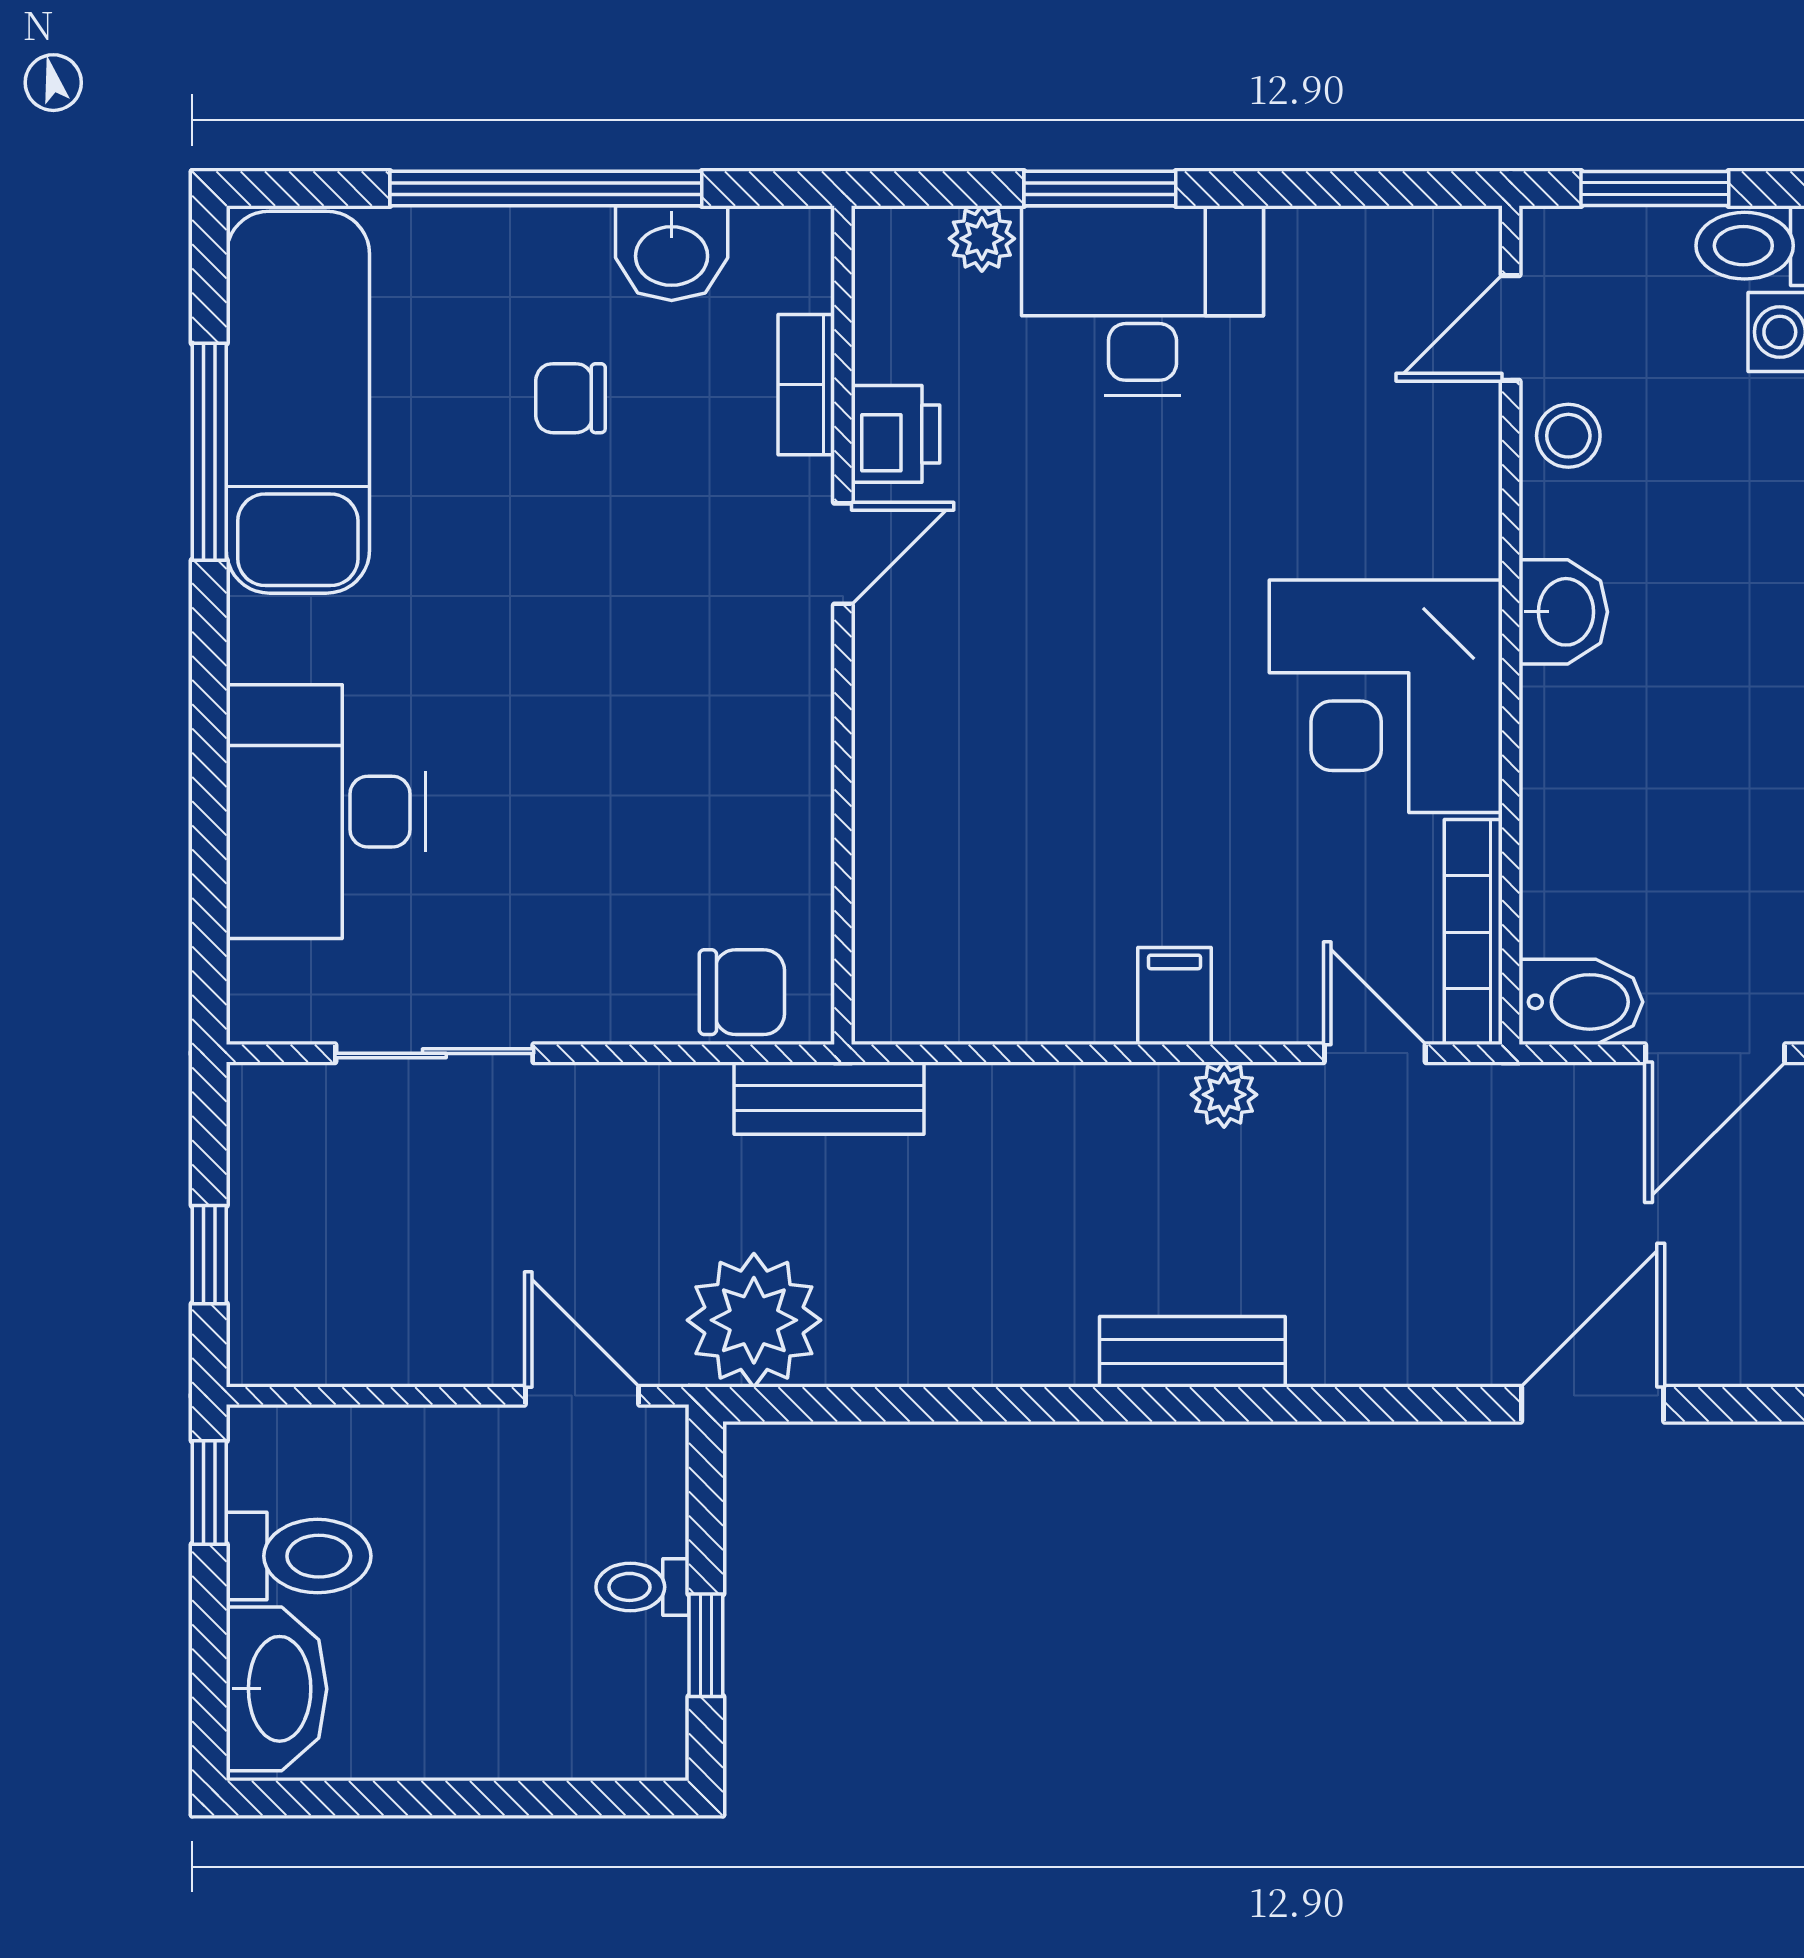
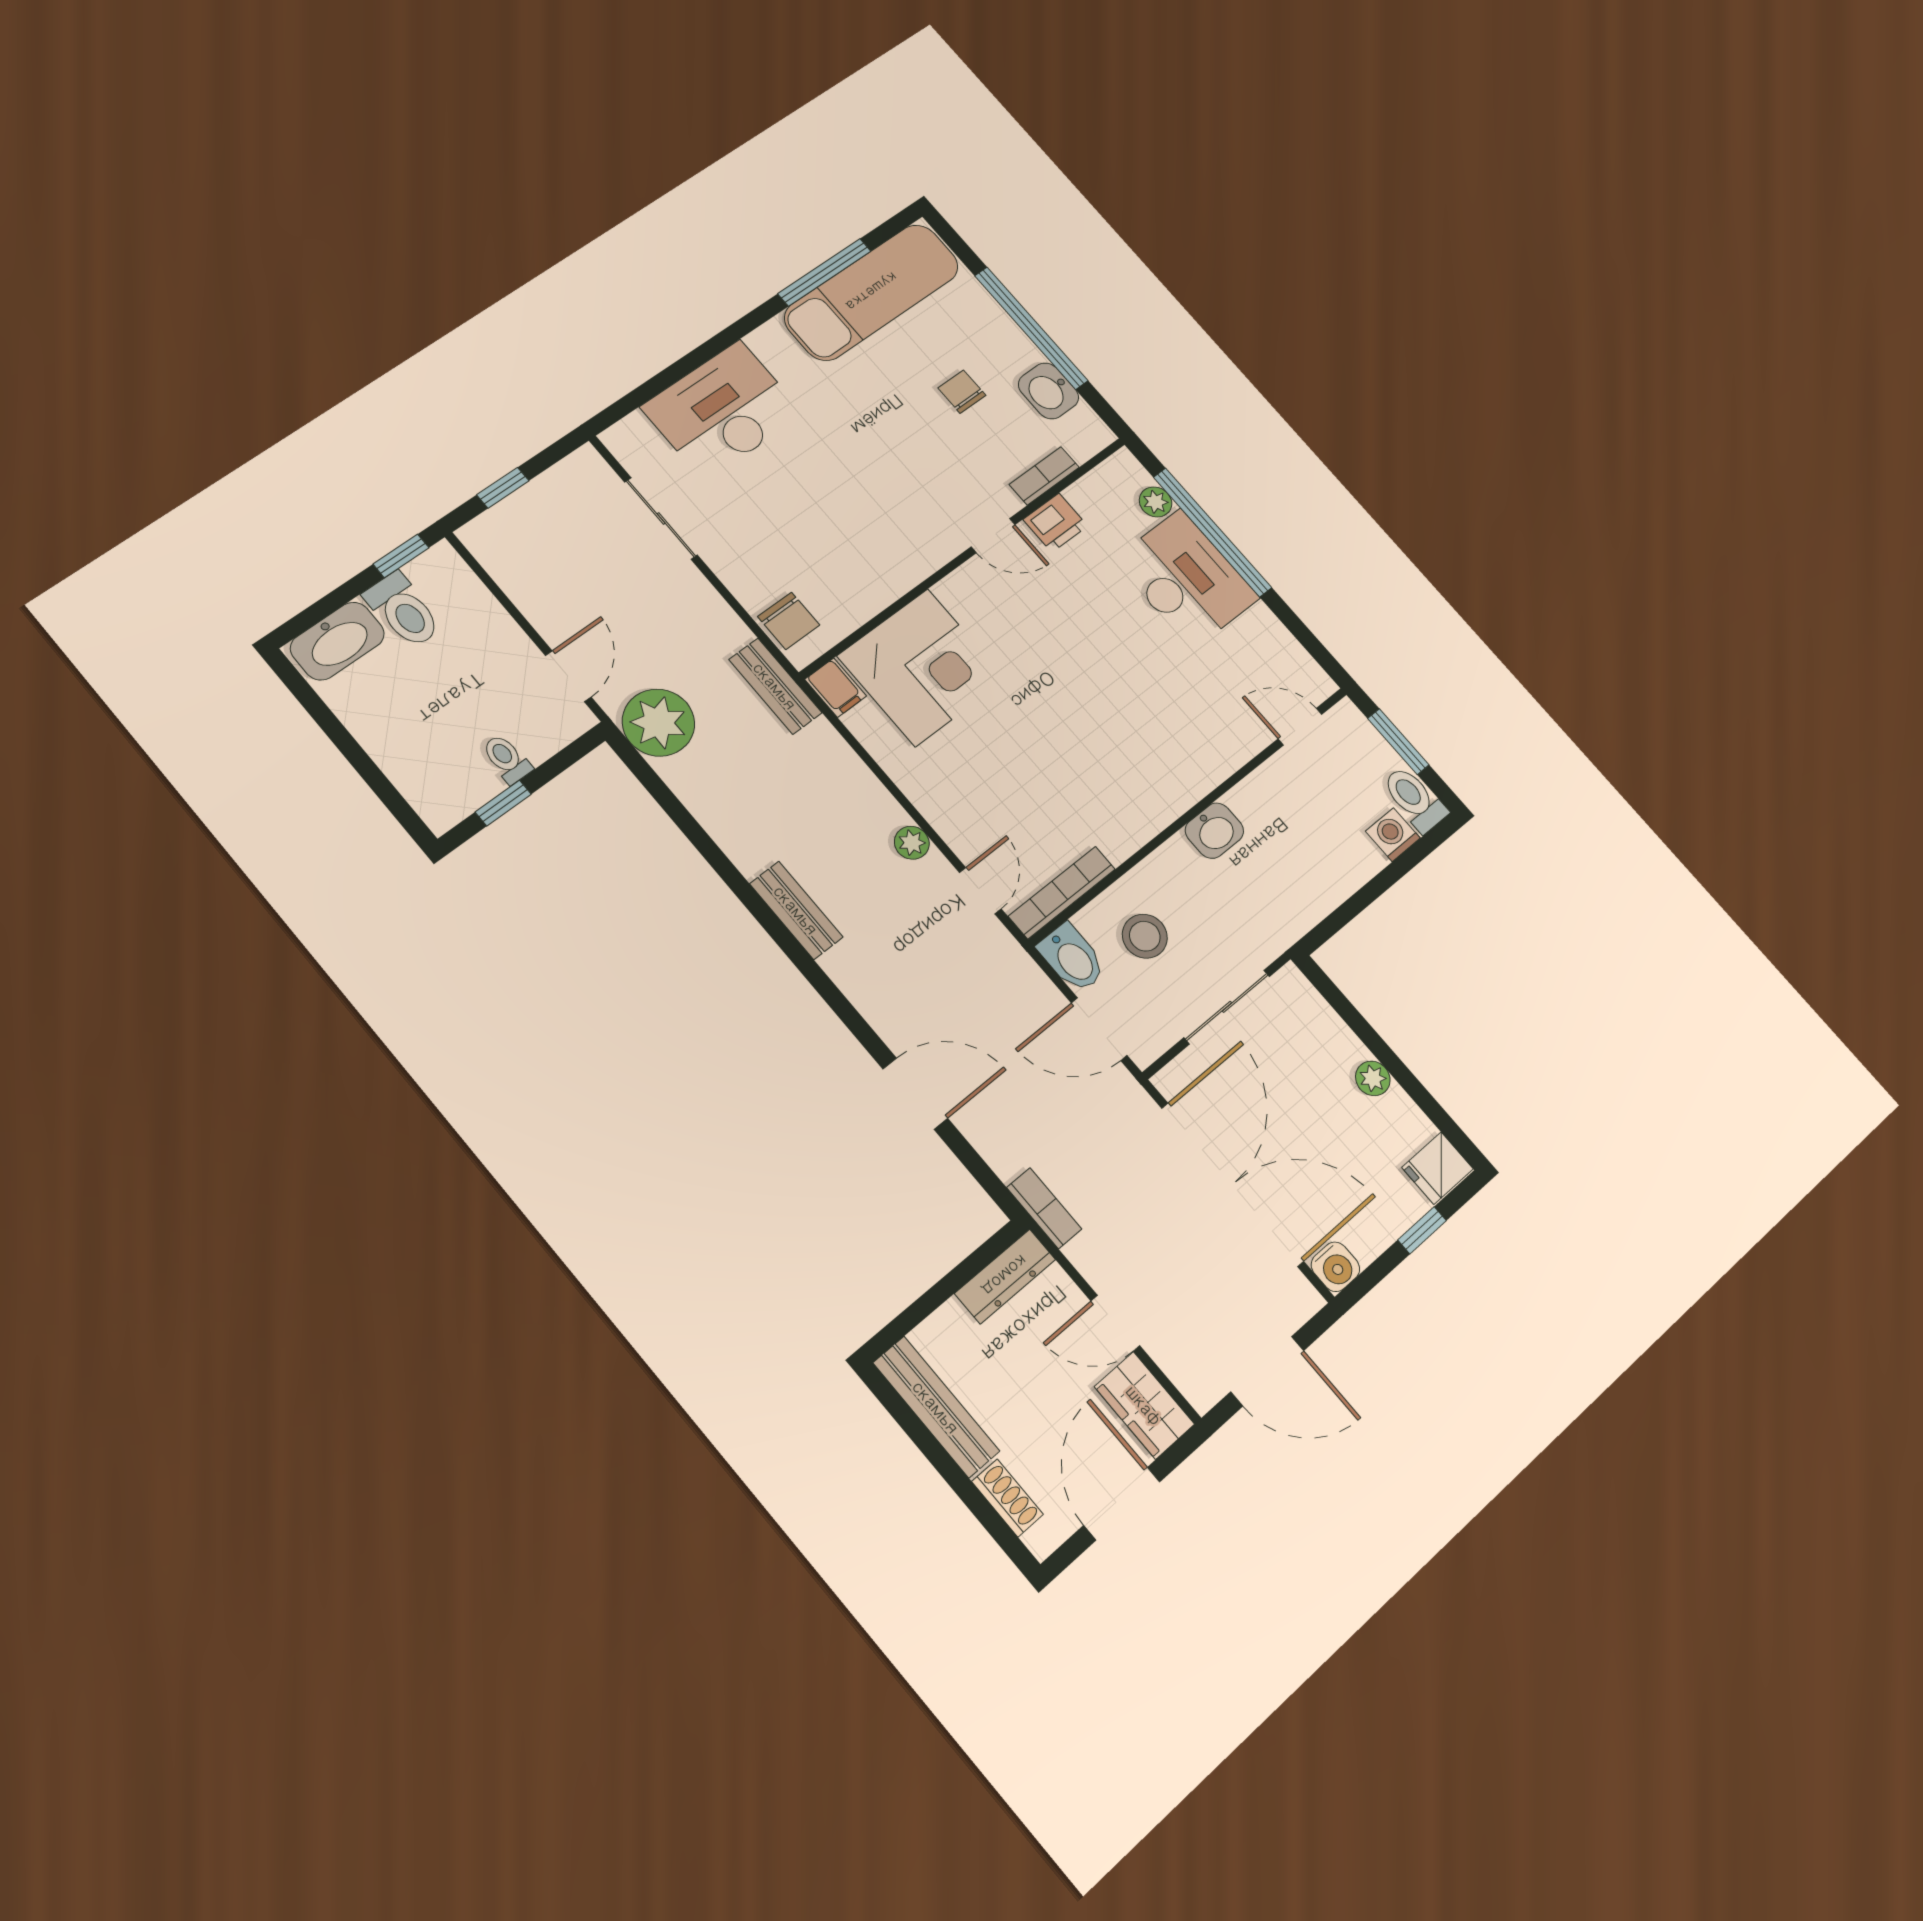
window: (1100, 189) -> (1212, 532), width x2.11
stool: (1568, 436) -> (1145, 936), moved, width x1.37, depth x1.37
corner desk: (1386, 696) -> (922, 667), moved, turned 180
filing cabinet: (1174, 996) -> (836, 688), moved, turned 90

